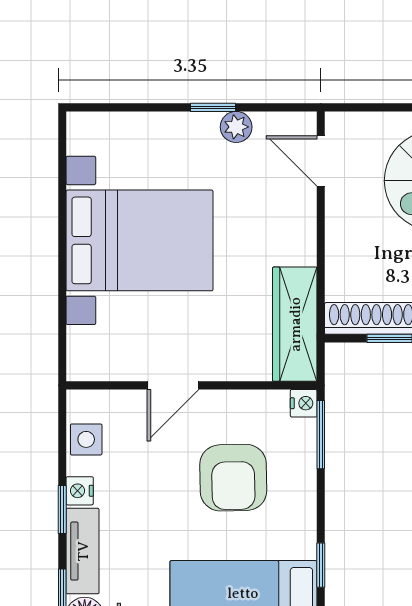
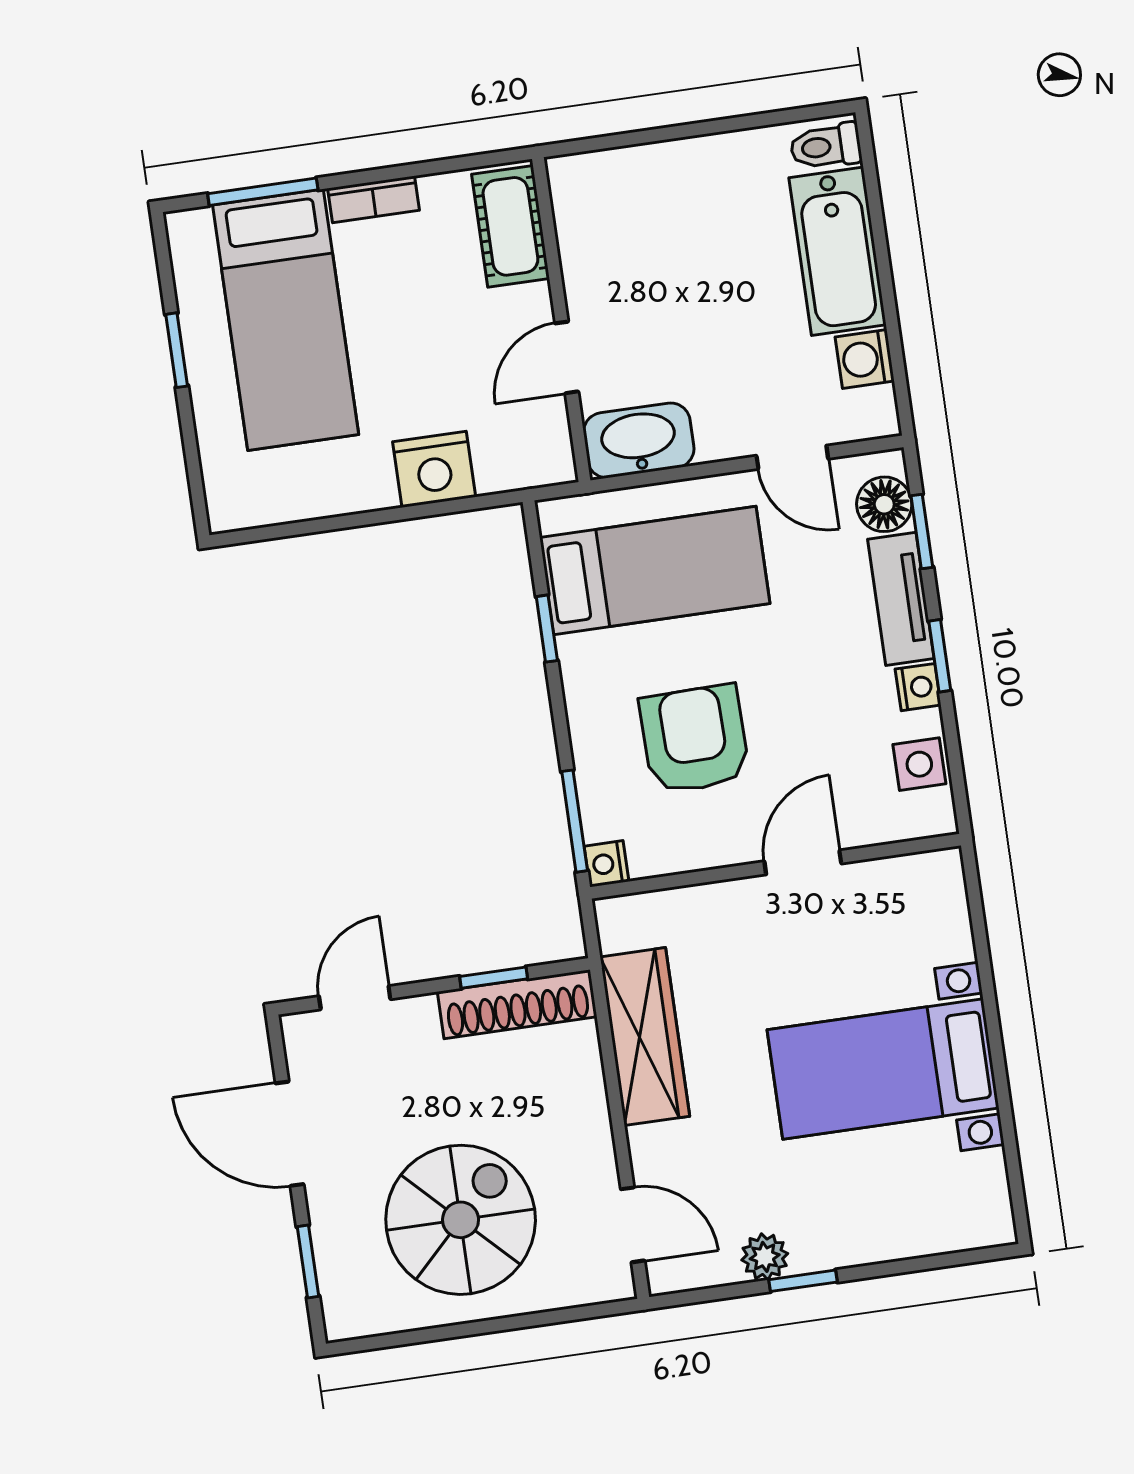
bed with nightstands: (140, 240) -> (883, 1069), width x0.73
wardrobe: (295, 324) -> (645, 1037), moved

